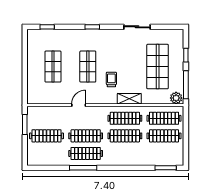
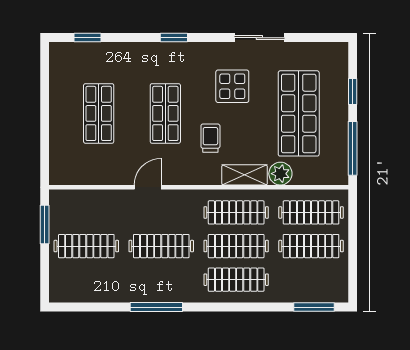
display table: (123, 52) -> (232, 86), added
plant: (176, 98) -> (280, 174), moved
clothes rail: (86, 153) -> (236, 280), moved

